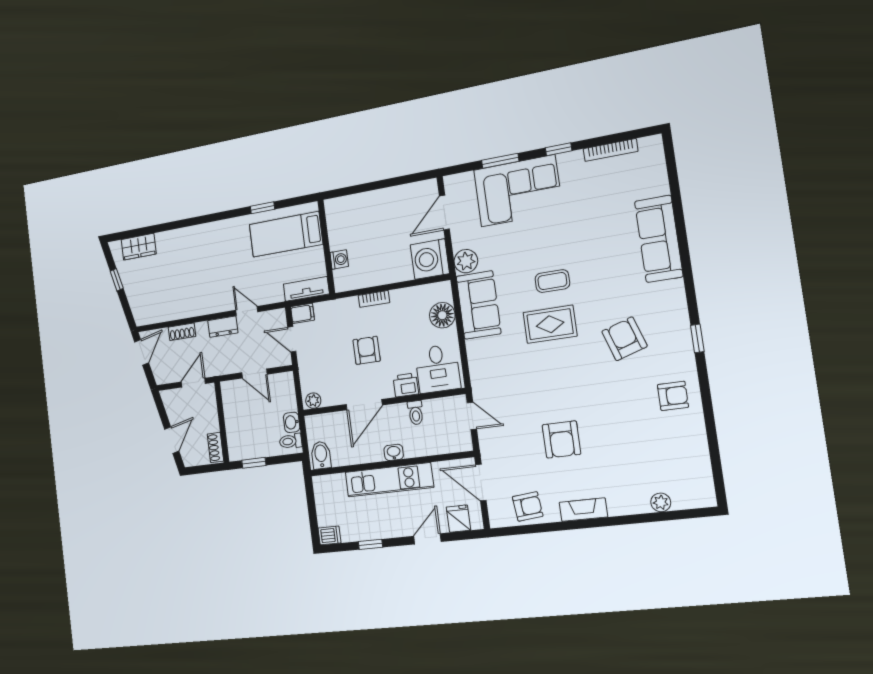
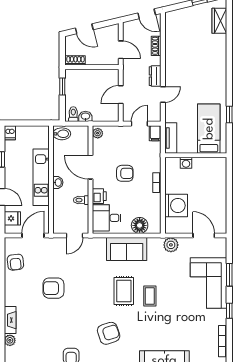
washing machine: (430, 259) -> (176, 206), moved, turned 90
sofa: (479, 305) -> (127, 249), moved
fireplace: (583, 510) -> (10, 320), moved

